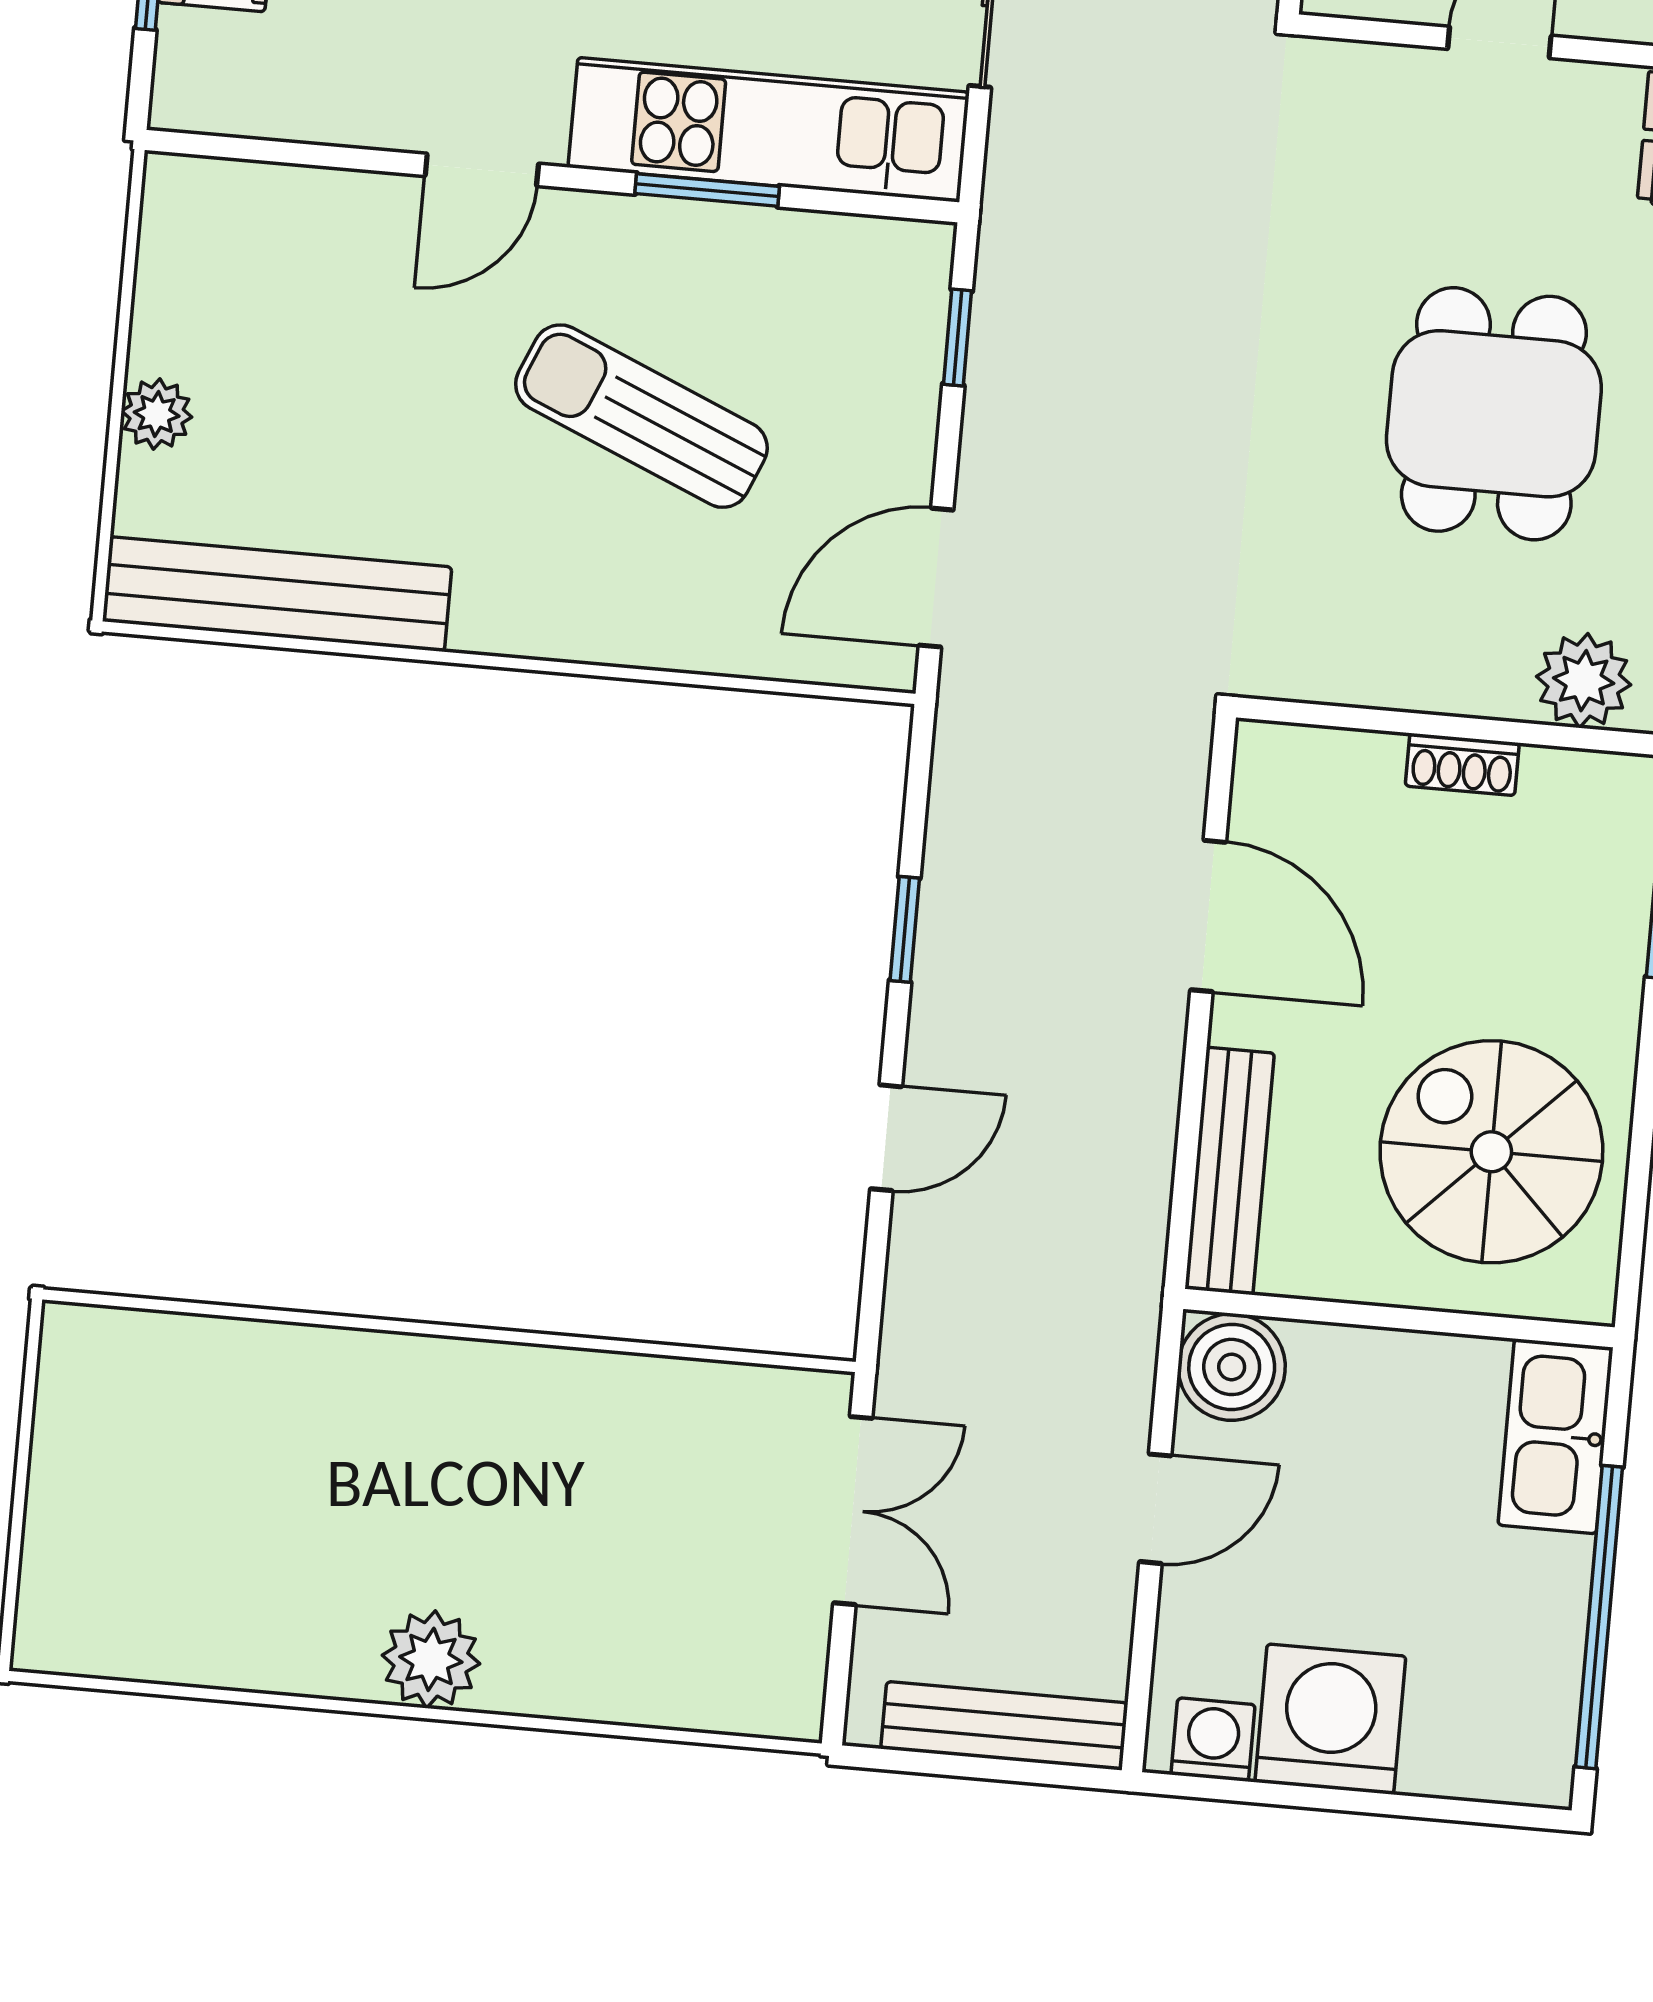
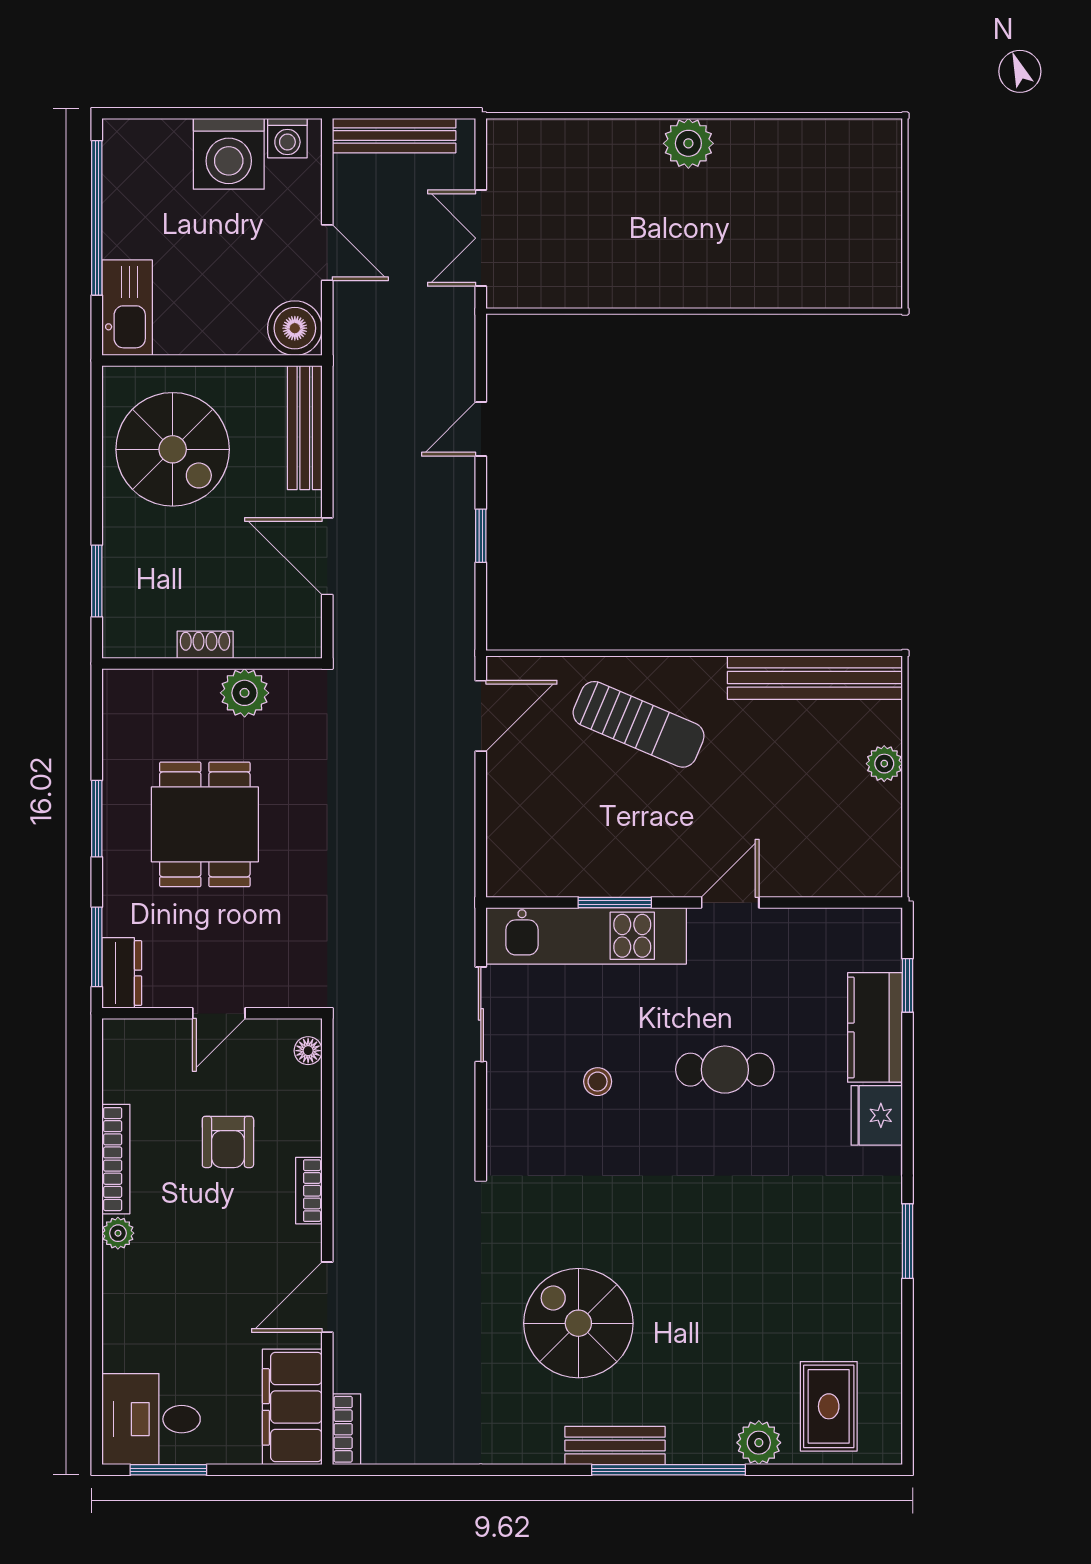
window: (957, 337) -> (481, 839), removed
sun lounger: (641, 416) -> (639, 724), moved
plant: (1584, 681) -> (245, 693), moved
door: (1155, 1509) -> (327, 253), swing flipped

